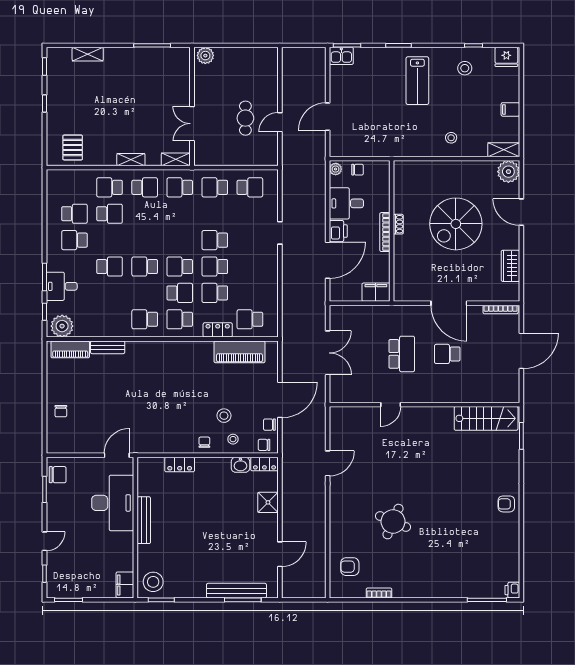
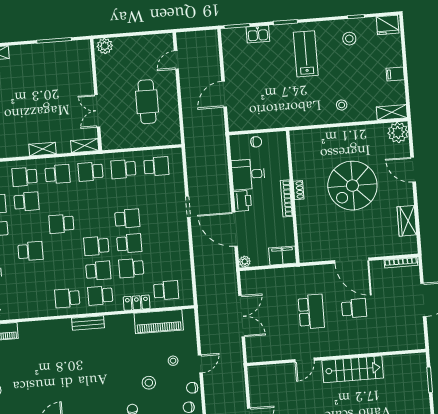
kitchen sink: (341, 56) -> (258, 34), moved
lab bench: (417, 81) -> (306, 54), turned 180
cafe table: (245, 118) -> (147, 102), width x1.37, depth x1.35
door: (280, 122) -> (176, 60), moved
plant: (336, 169) -> (245, 262), moved
school desk: (215, 240) -> (127, 219), turned 180
door: (328, 260) -> (235, 229), swing flipped
school desk: (145, 267) -> (61, 224), moved
school desk: (215, 267) -> (129, 243), turned 180
school desk: (250, 319) -> (166, 290), turned 180
bench: (108, 347) -> (88, 323), moved
school desk: (447, 354) -> (354, 308), turned 180
door: (280, 400) -> (200, 364), width x0.53
stairs: (486, 418) -> (353, 369), moved
stool: (233, 439) -> (173, 361), moved

